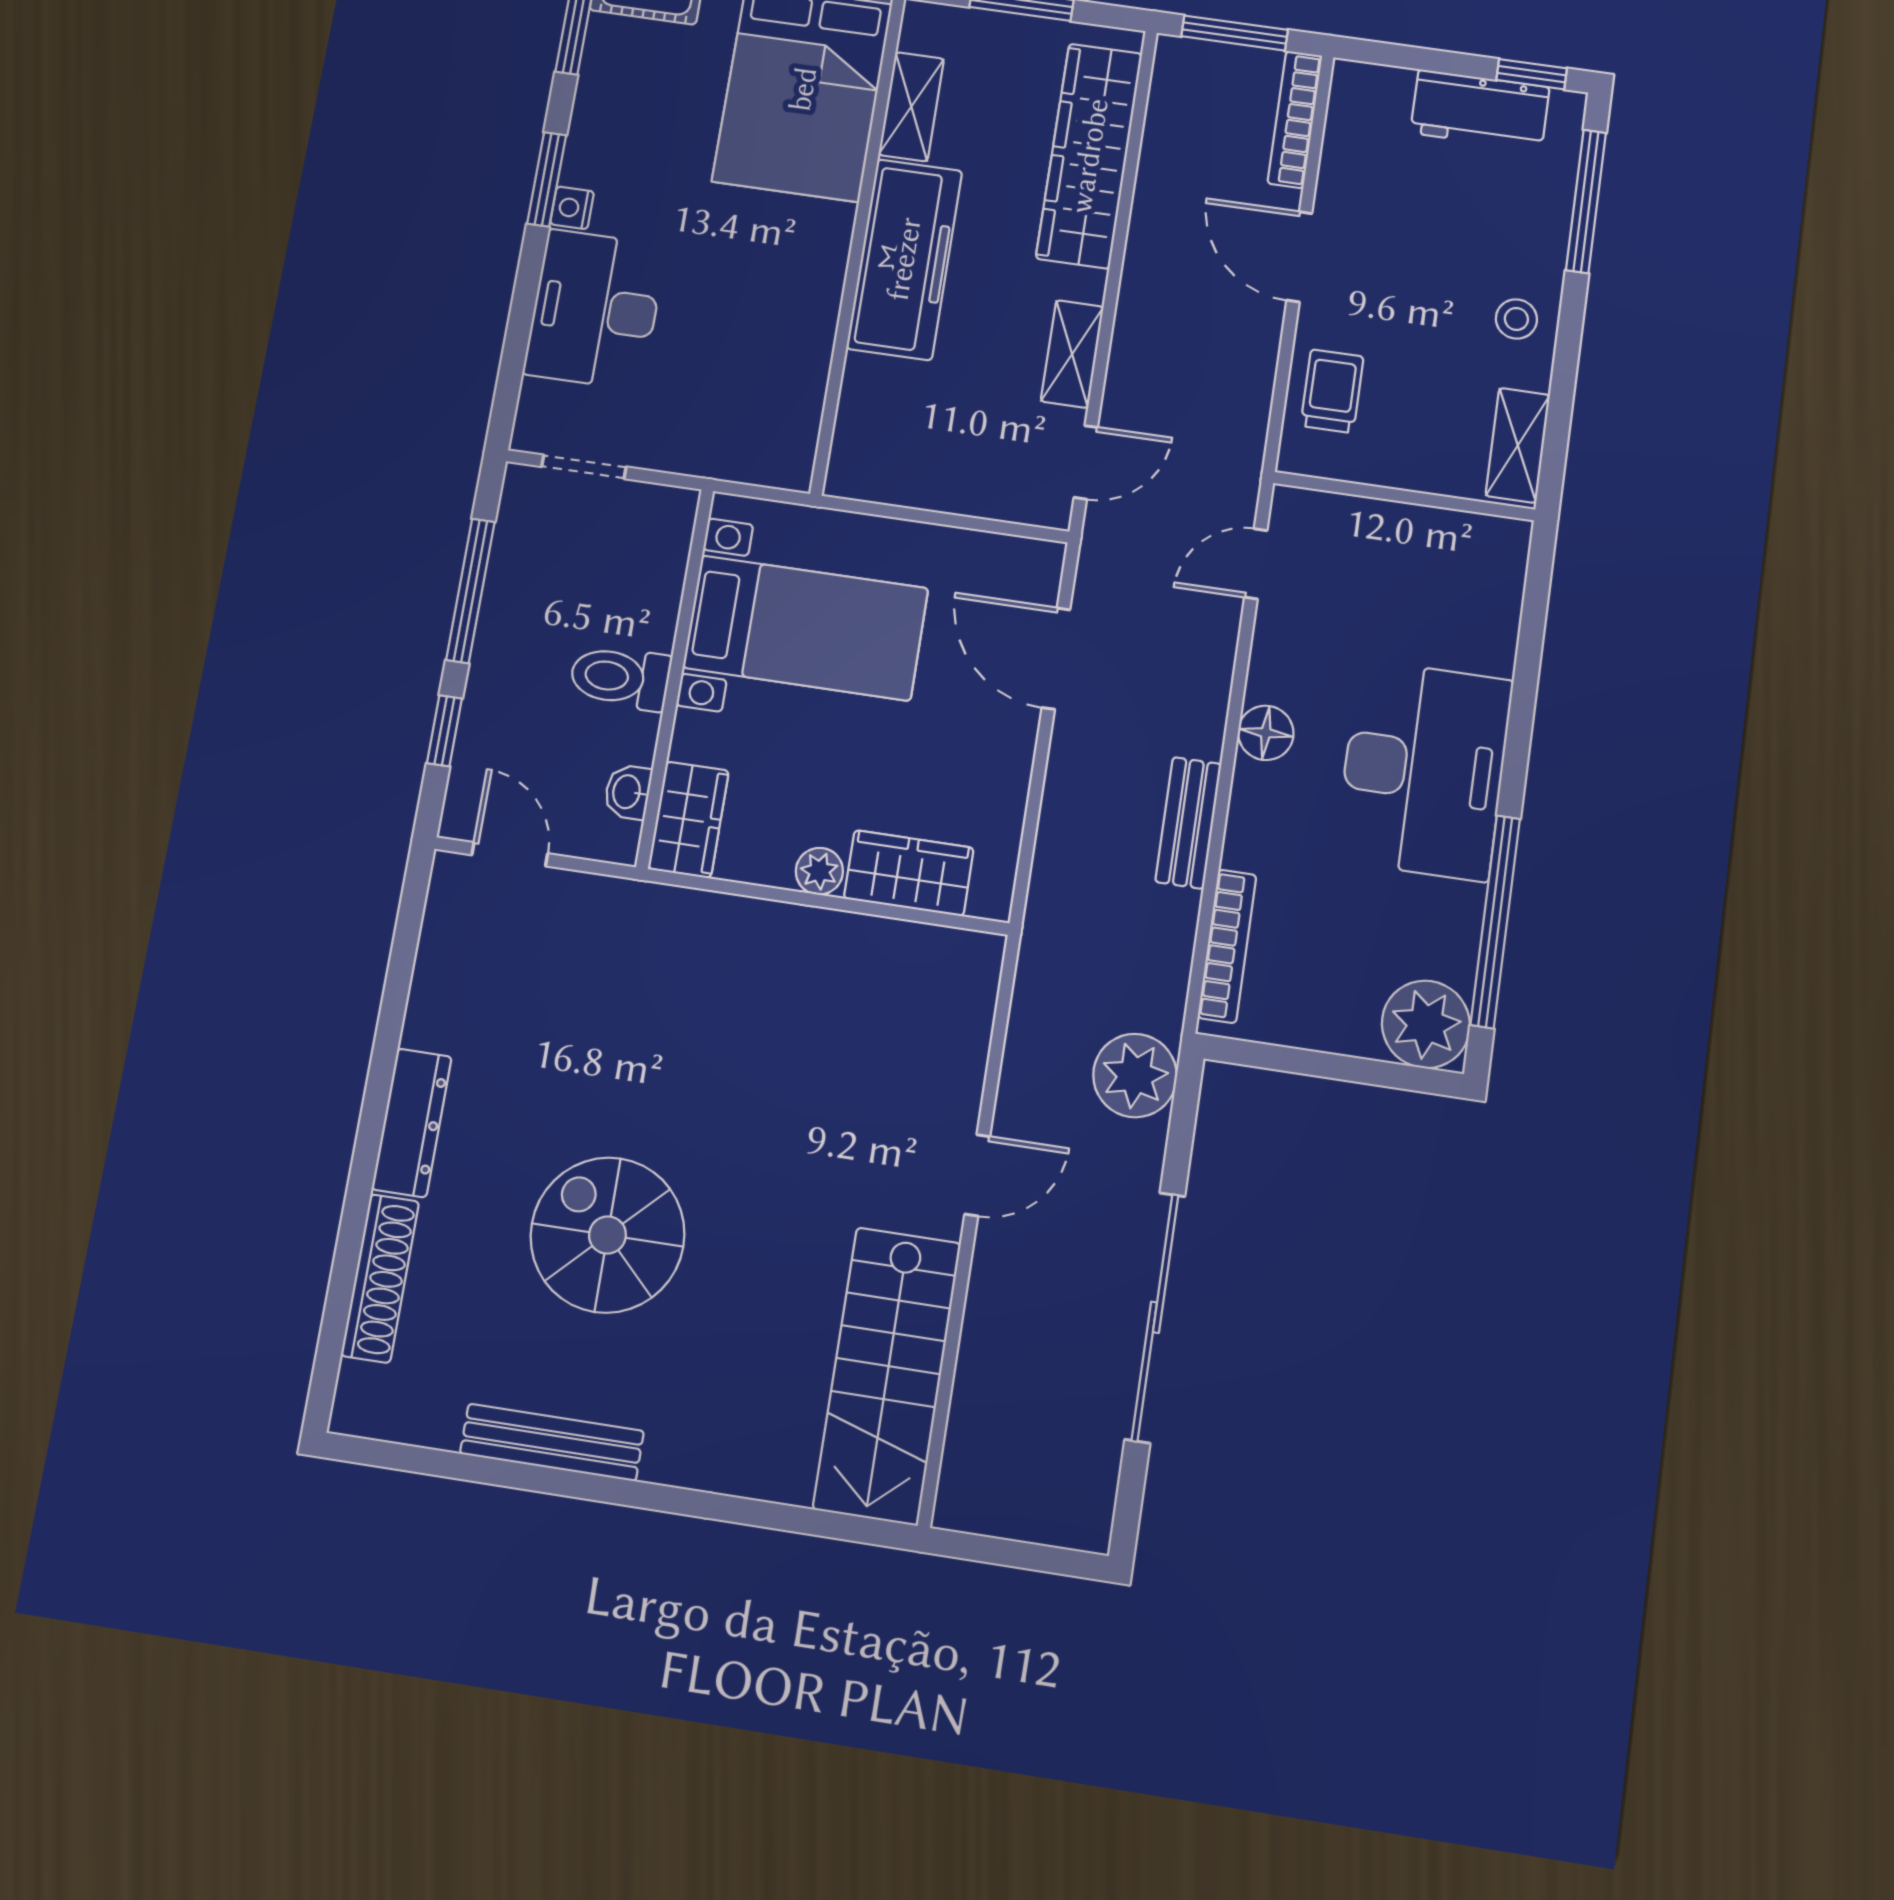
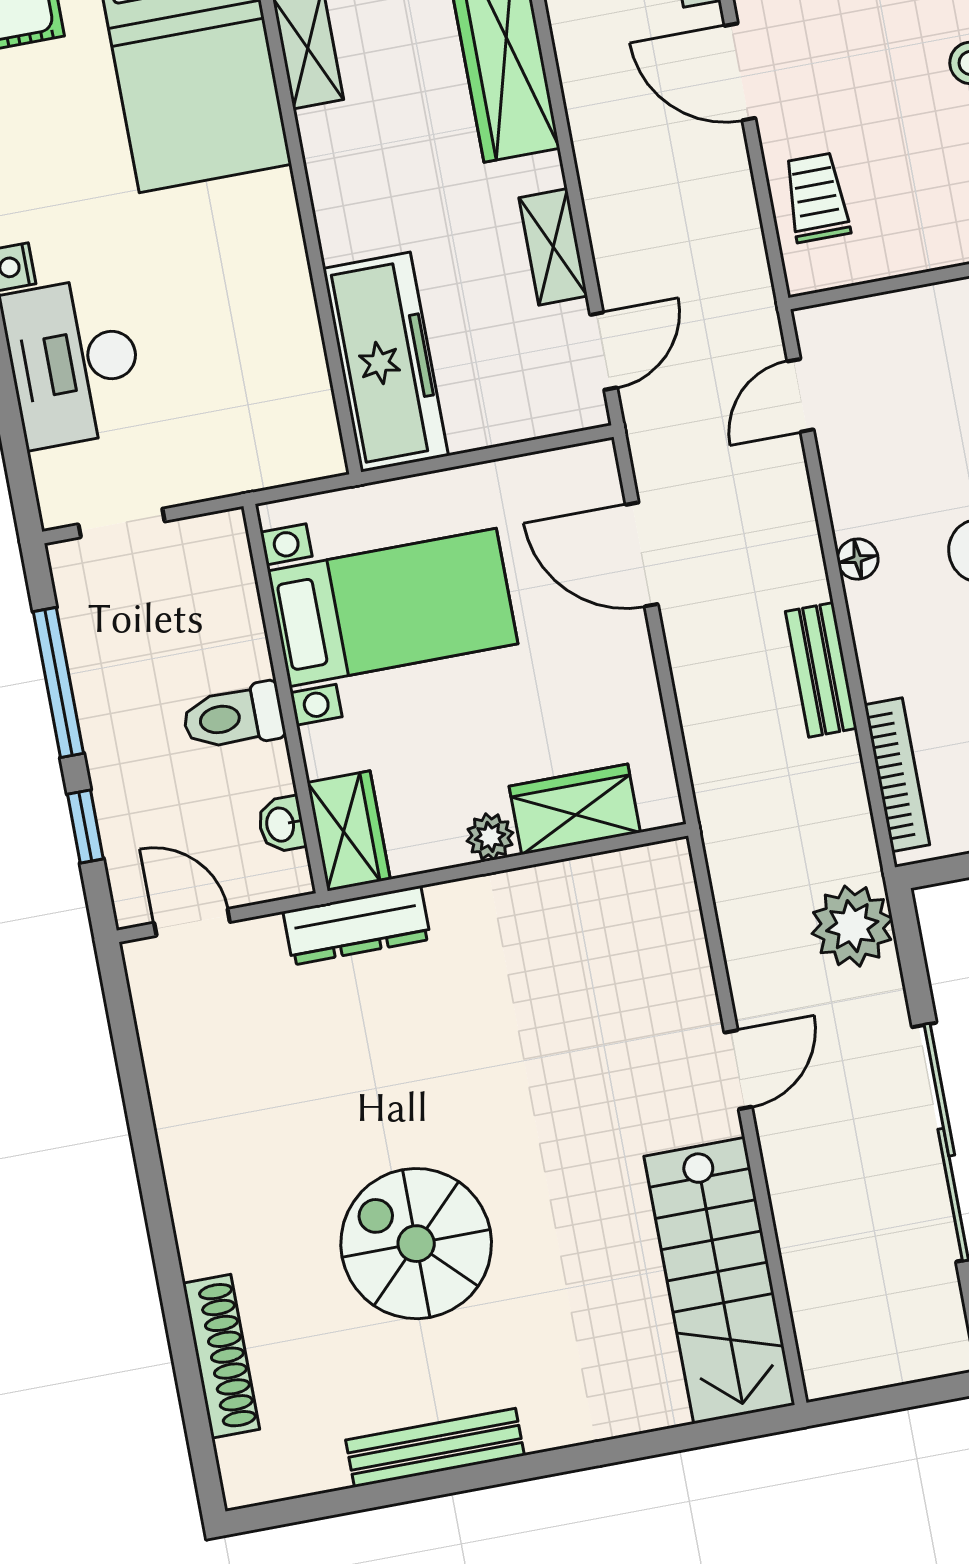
freezer: (904, 259) -> (386, 362), moved
floor lamp: (1266, 733) -> (858, 559), width x0.73, depth x0.73
dresser: (412, 1123) -> (357, 925), moved, turned 90

